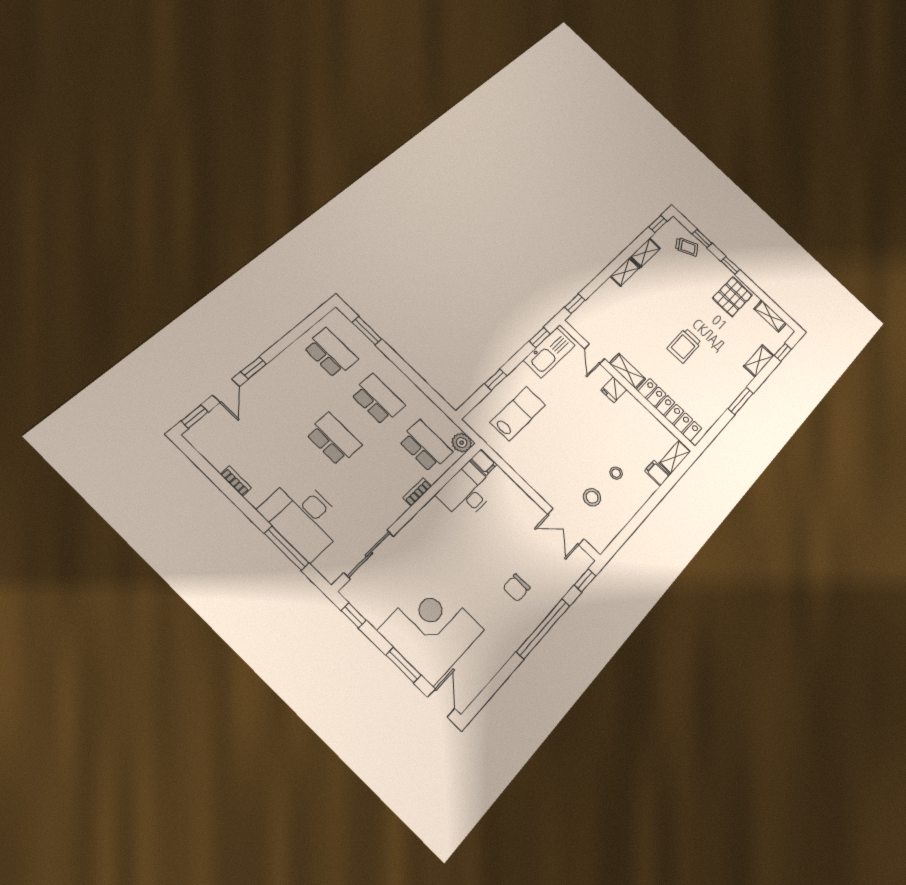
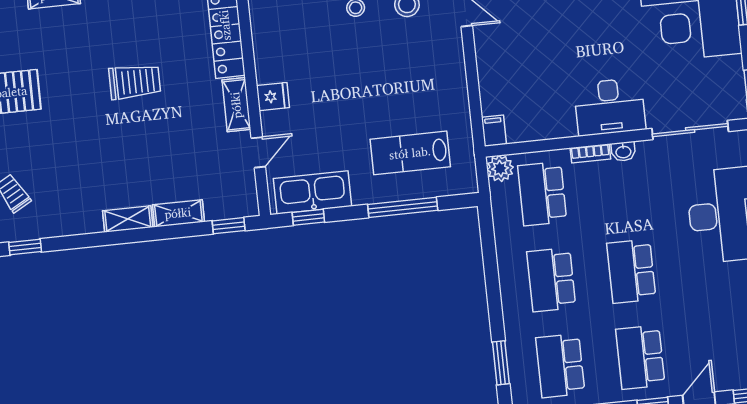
shelving: (645, 252) -> (178, 213), moved
window: (496, 380) -> (403, 207), width x2.17
school desk: (285, 391) -> (640, 357), added
desk: (467, 492) -> (610, 107), moved
washbasin: (399, 509) -> (623, 151), added

